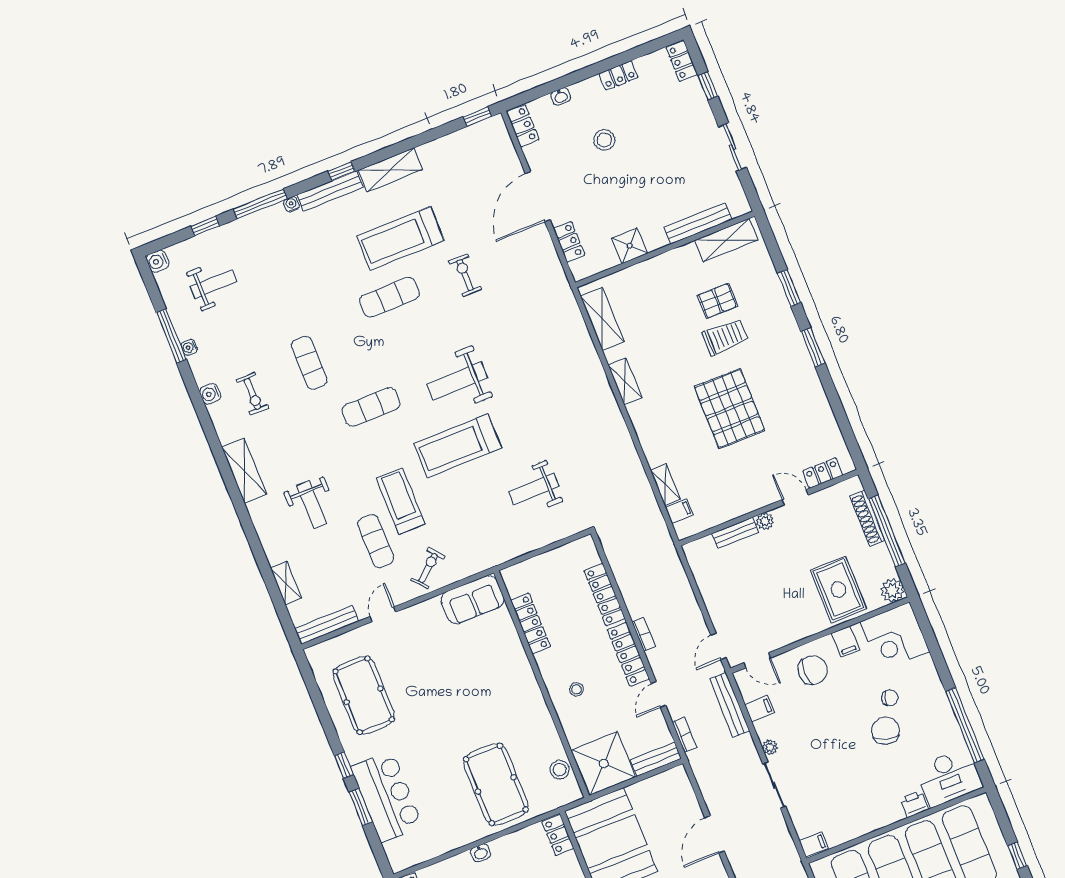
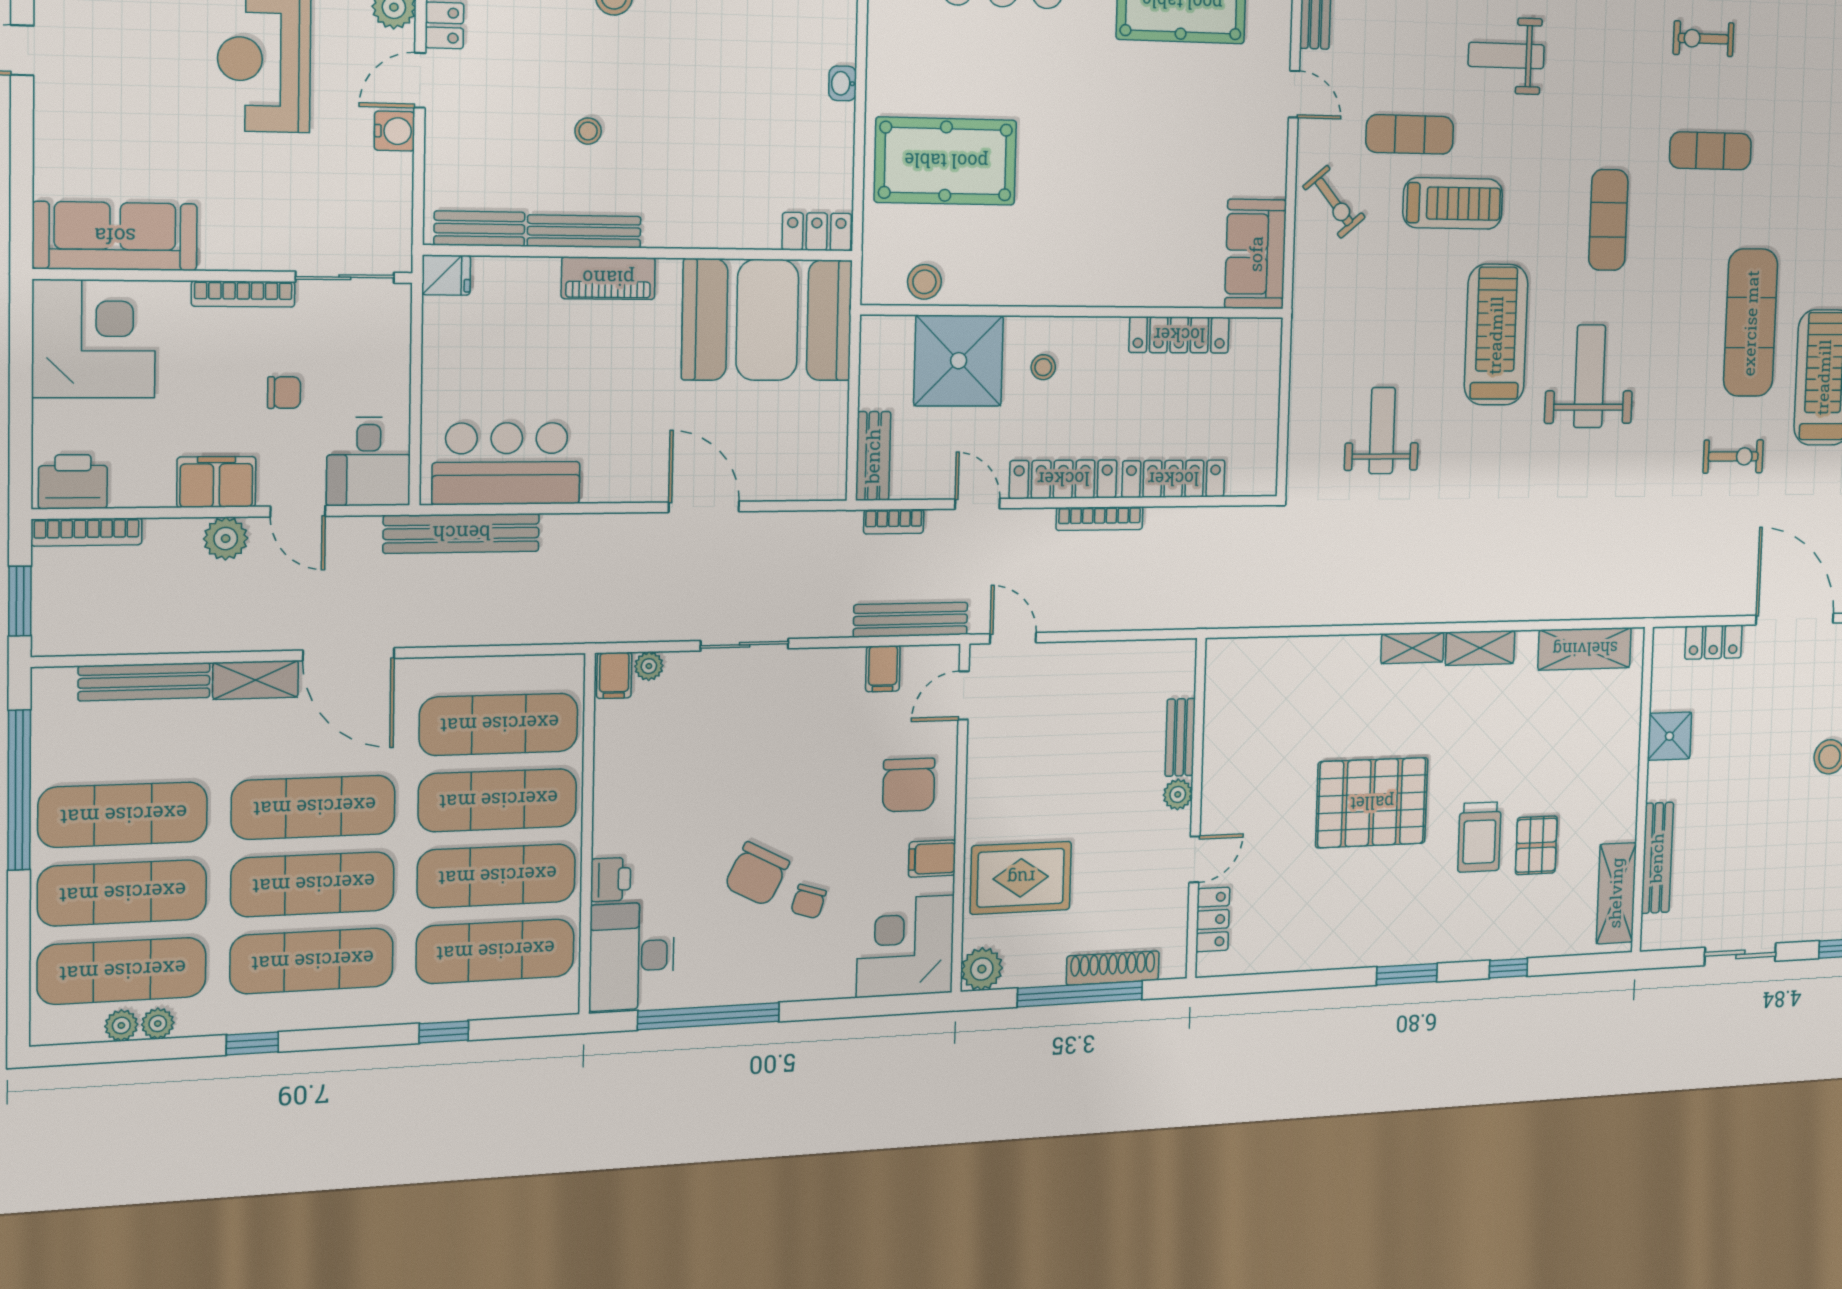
window: (789, 288) -> (1508, 968), width x0.67
exercise mat: (389, 297) -> (1751, 323), width x1.36, depth x1.45
shelving: (665, 485) -> (1412, 648), moved
filing cabinet: (679, 511) -> (1252, 657), removed
bookcase: (644, 634) -> (1100, 519), width x1.56
chair: (885, 731) -> (757, 874), turned 101
plant: (770, 747) -> (649, 666), moved
shower: (604, 764) -> (959, 361), moved

